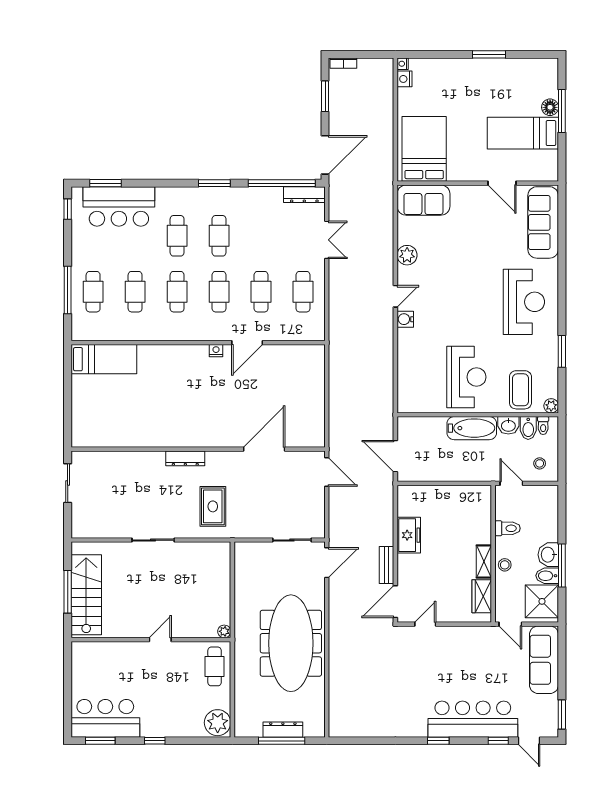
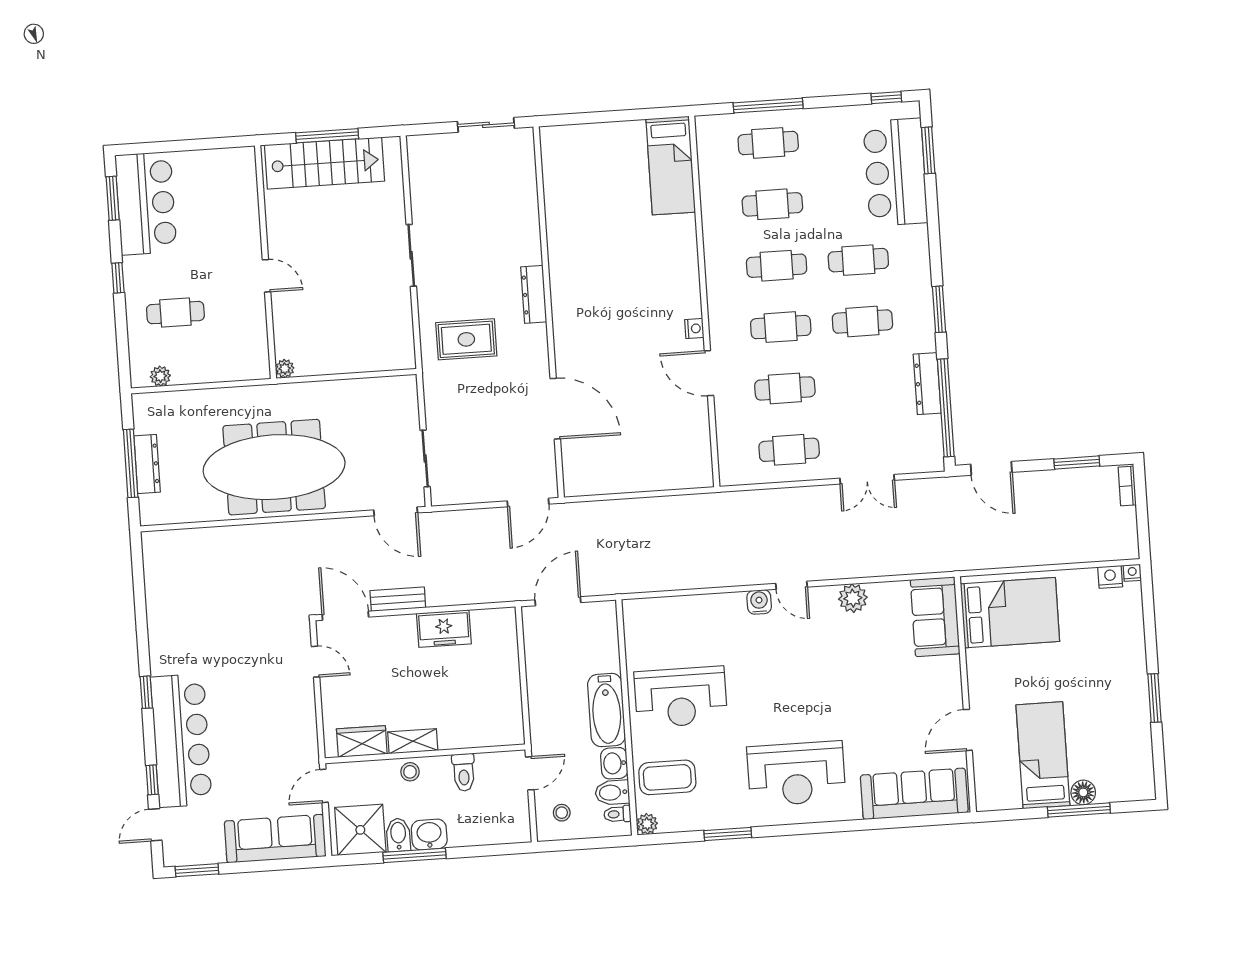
door: (325, 155) -> (991, 468), width x0.73
dresser: (304, 195) -> (927, 384), moved
cafe table: (215, 666) -> (175, 313), moved
plant: (218, 723) -> (160, 376), width x0.53, depth x0.53

